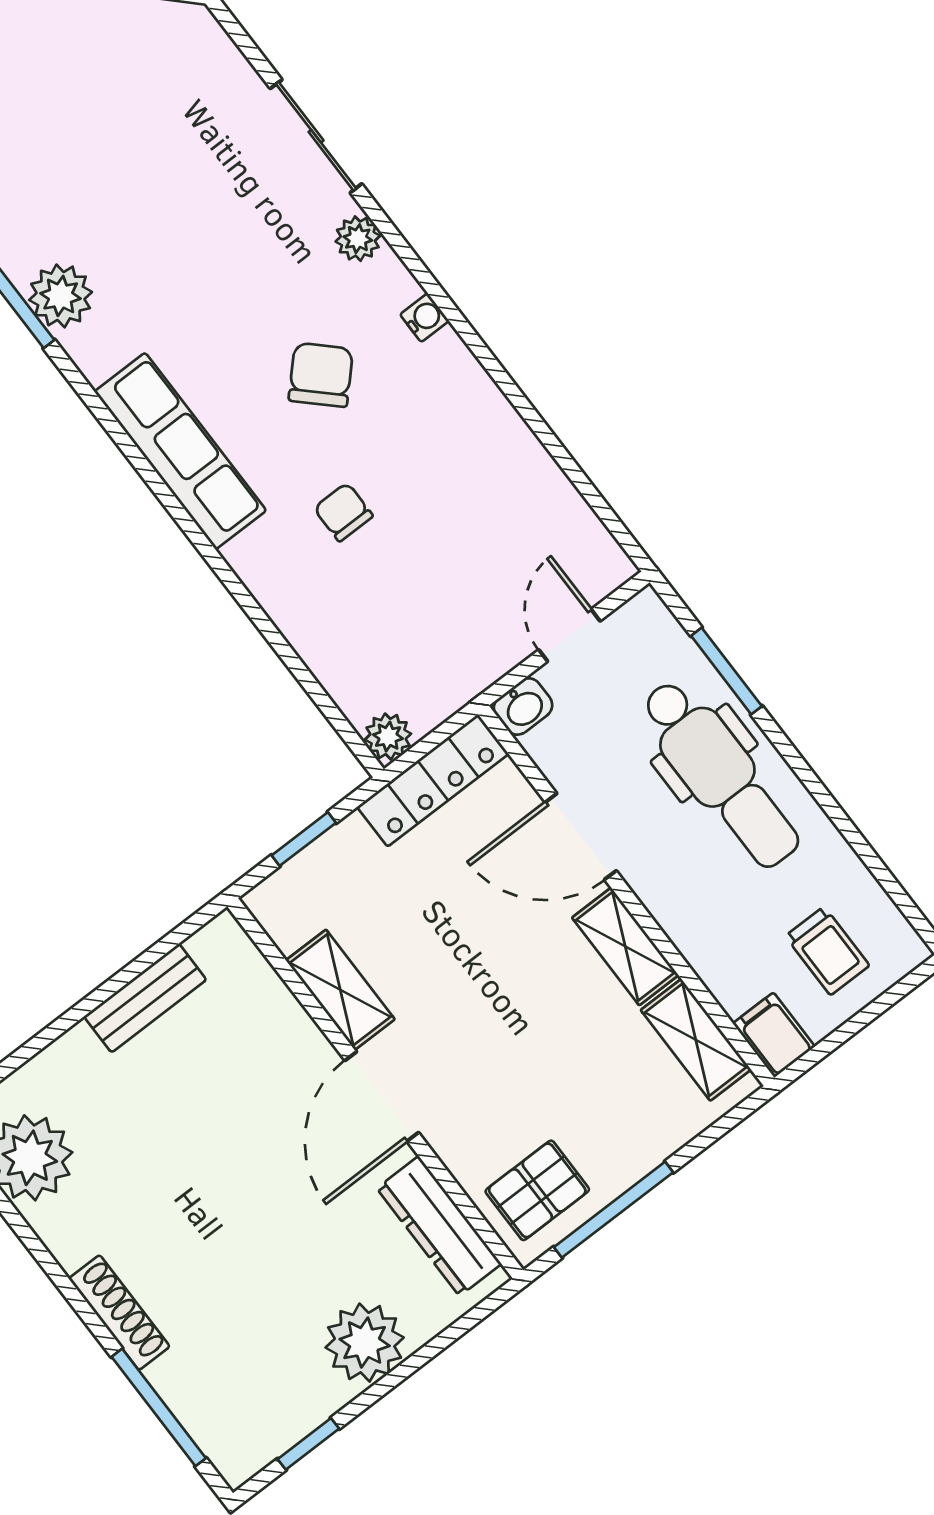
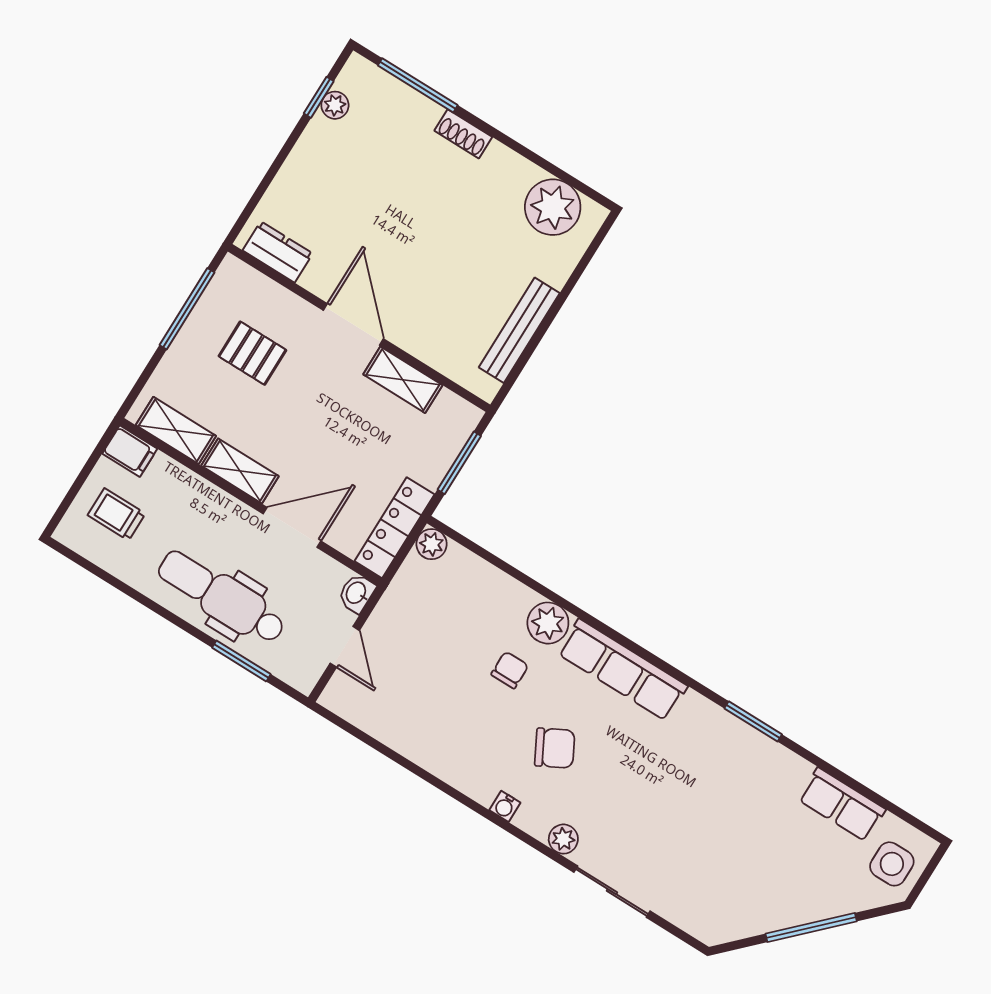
plant: (61, 296) -> (548, 623), moved
chair: (321, 375) -> (555, 748), turned -72
chair: (343, 512) -> (510, 670), turned -90
window: (304, 839) -> (459, 463), width x1.50
bench: (145, 998) -> (519, 330), width x1.36
pallet: (537, 1190) -> (252, 353), moved, turned 90
dresser: (439, 1226) -> (278, 252), width x0.70
shoe rack: (119, 1313) -> (463, 134), width x0.70
plant: (365, 1343) -> (335, 105), moved, width x0.53, depth x0.53

